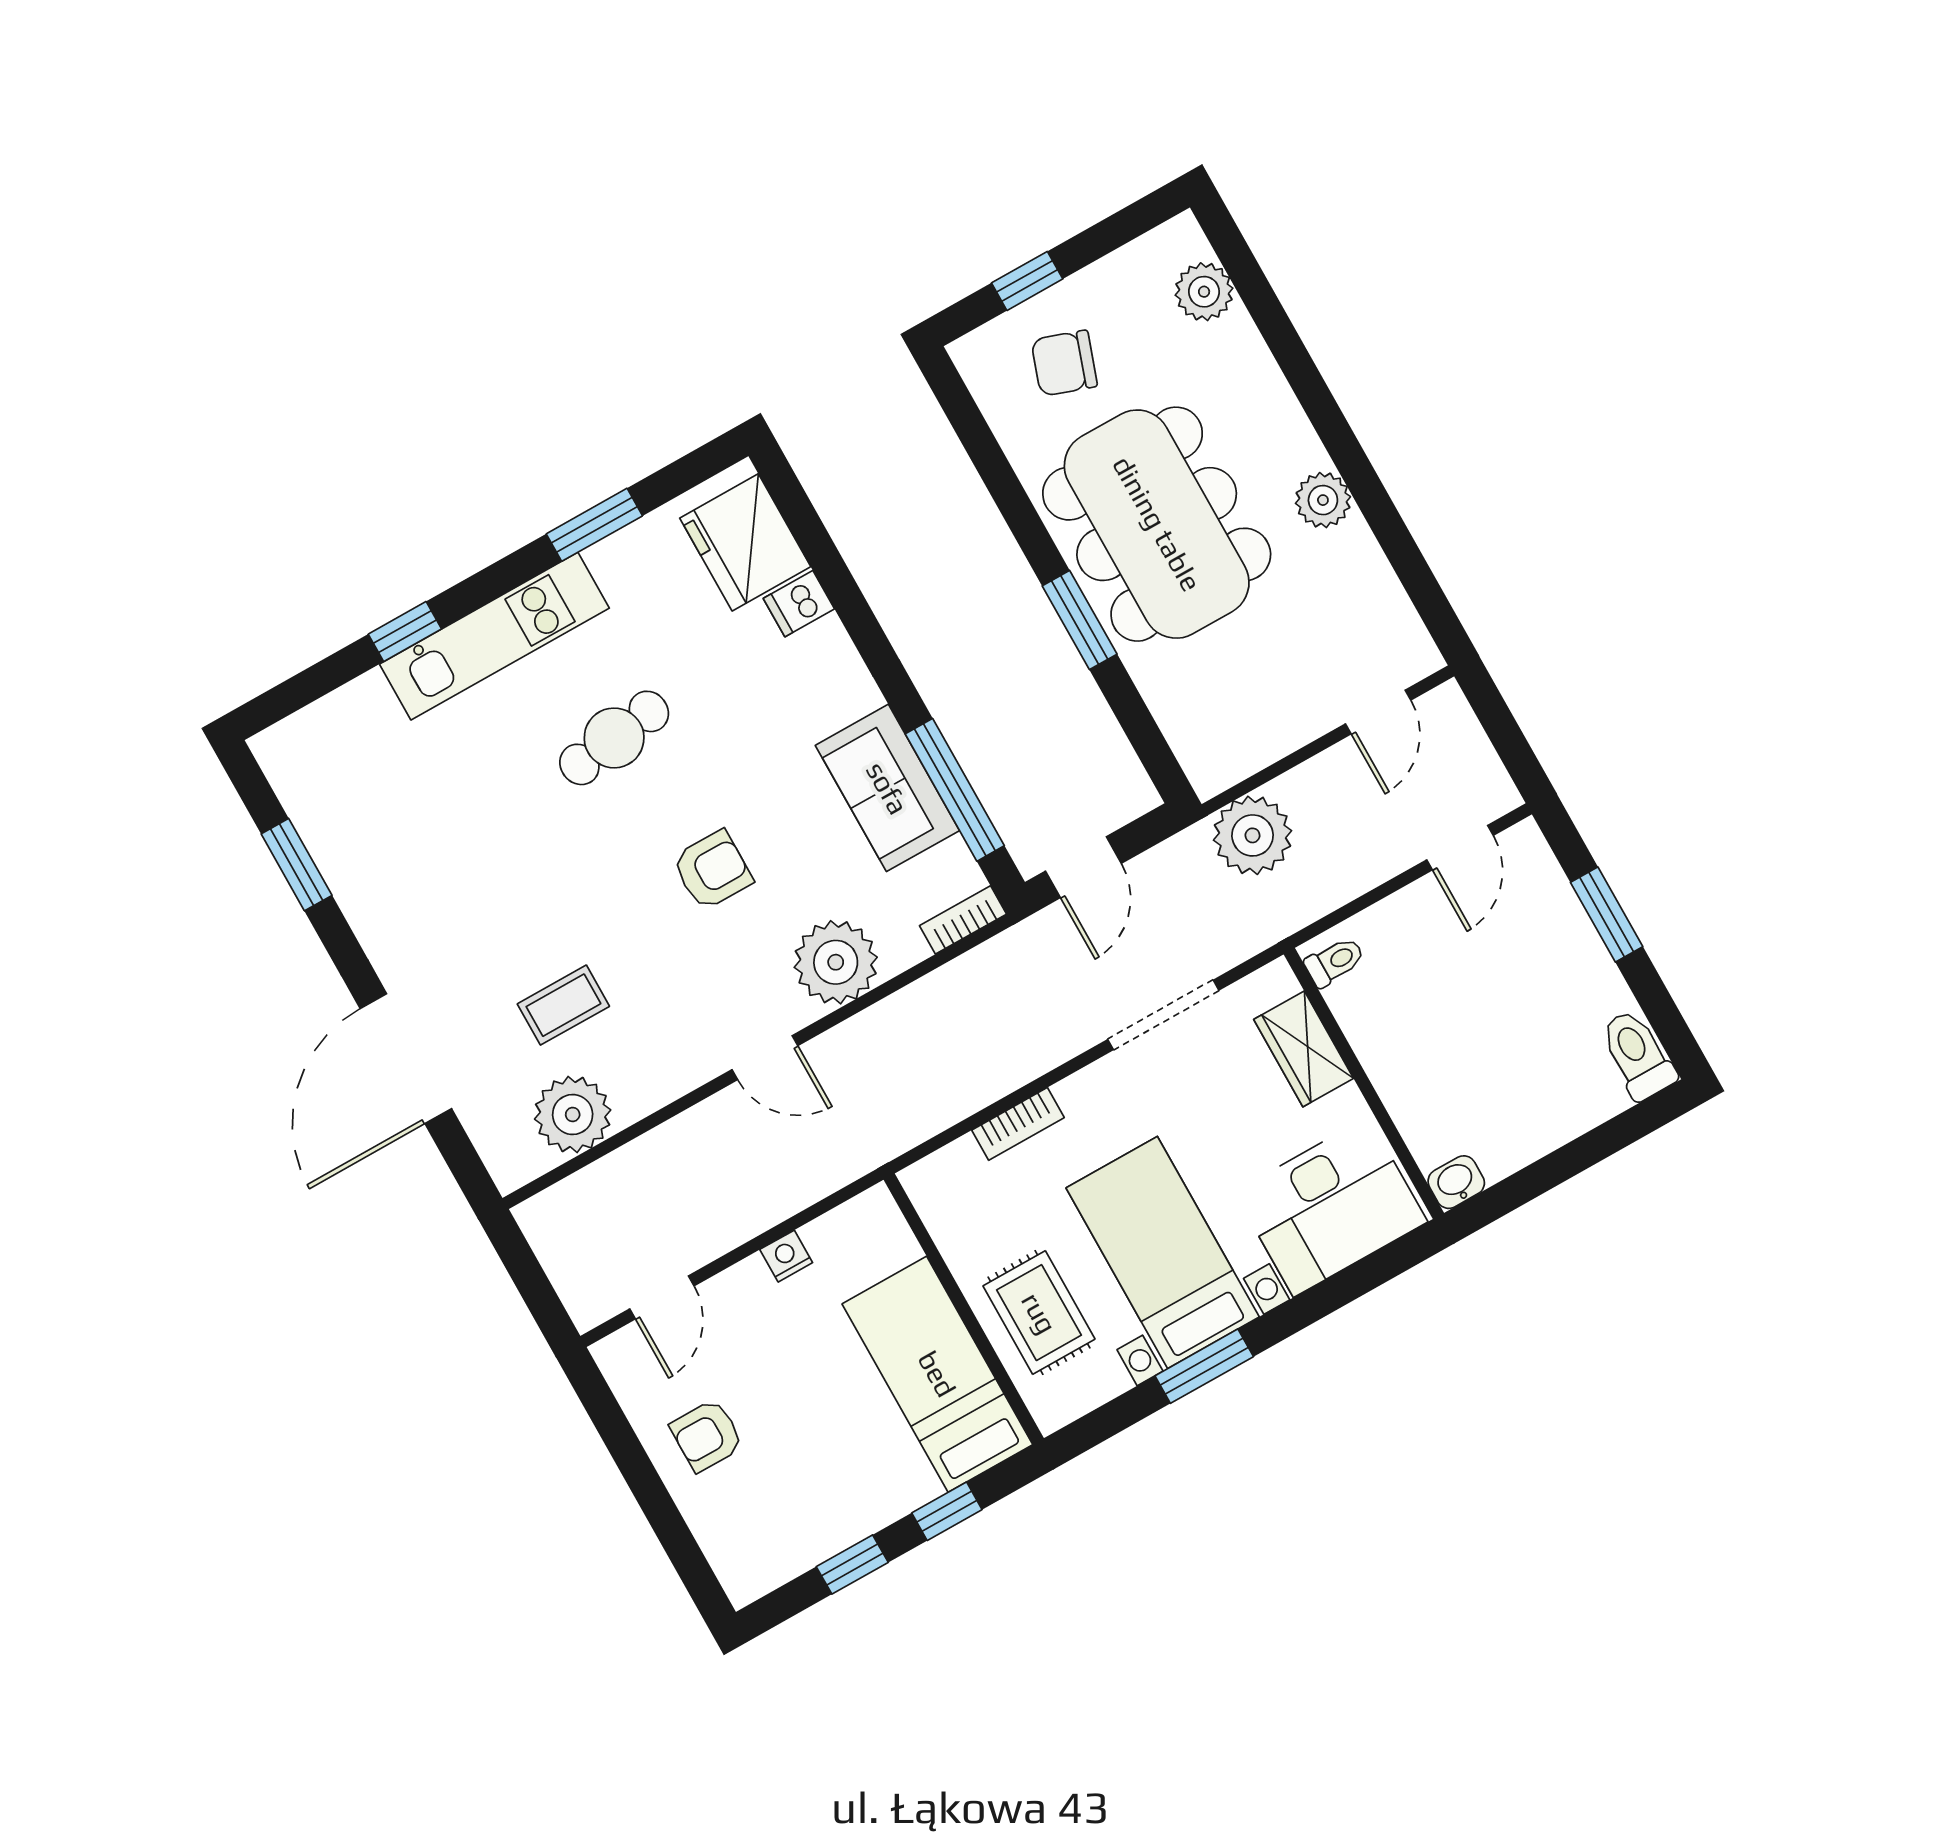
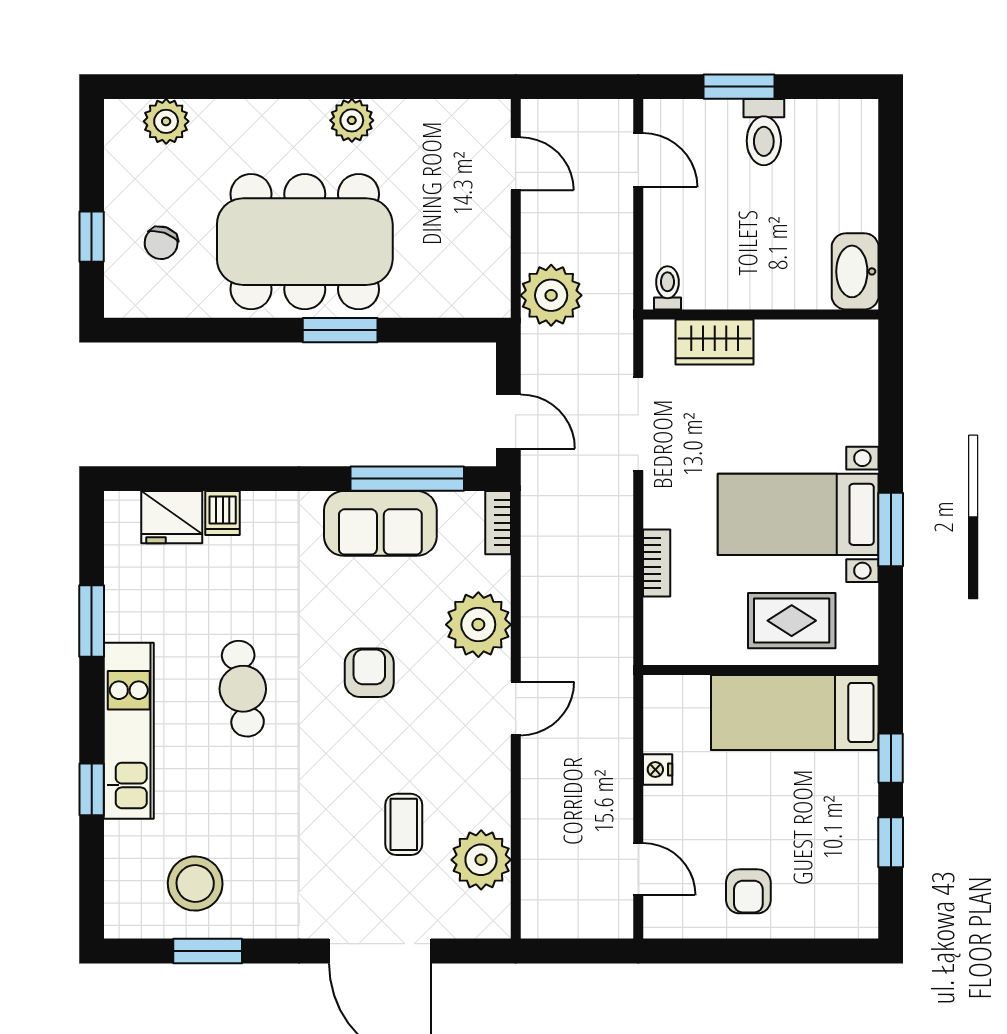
chair: (1064, 363) -> (161, 243), width x0.73, depth x0.73
fridge: (745, 542) -> (172, 517), width x0.73, depth x0.75
stool: (365, 808) -> (195, 884), added
toilet: (1637, 1055) -> (764, 132), moved, turned -90
washbasin: (1456, 1182) -> (855, 271), width x1.91, depth x1.45
desk: (1331, 1207) -> (831, 384), removed

